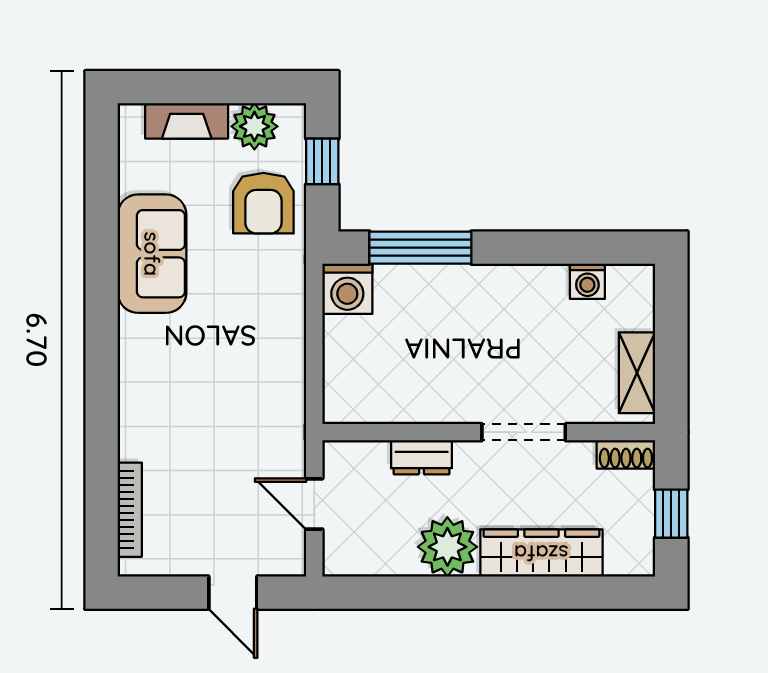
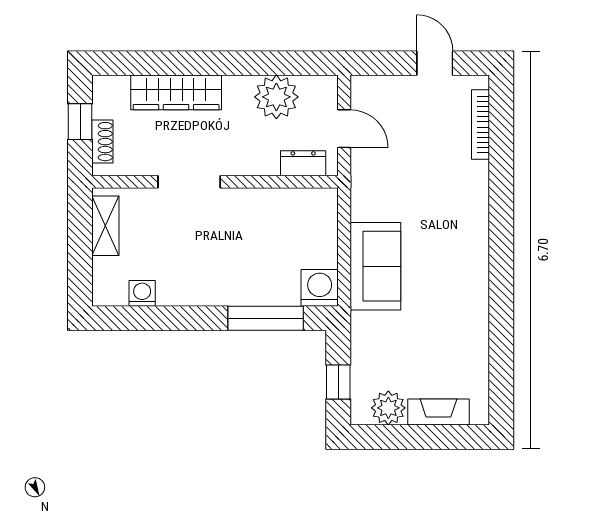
armchair: (263, 203) -> (382, 351), removed
sofa: (152, 254) -> (375, 266), moved, turned 180
shoe rack: (626, 454) -> (102, 142), moved, turned 90
dresser: (422, 457) -> (303, 163), moved
plant: (447, 547) -> (276, 97), moved
door: (233, 593) -> (435, 63), moved

